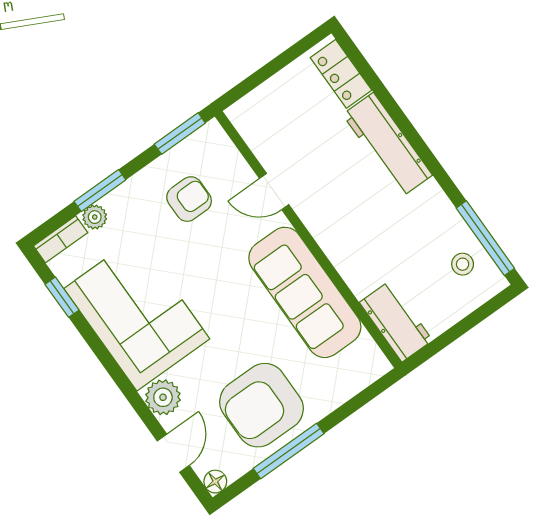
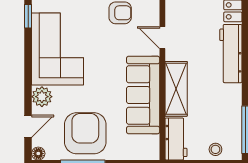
shelving: (345, 250) -> (176, 89), added
stool: (463, 264) -> (215, 149), moved
armchair: (261, 405) -> (85, 133), turned 90

